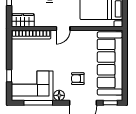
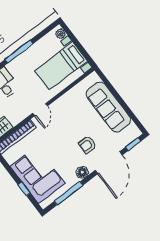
sofa: (110, 63) -> (108, 107), width x0.74, depth x0.79
corner sofa: (32, 86) -> (38, 175), moved, turned 90

